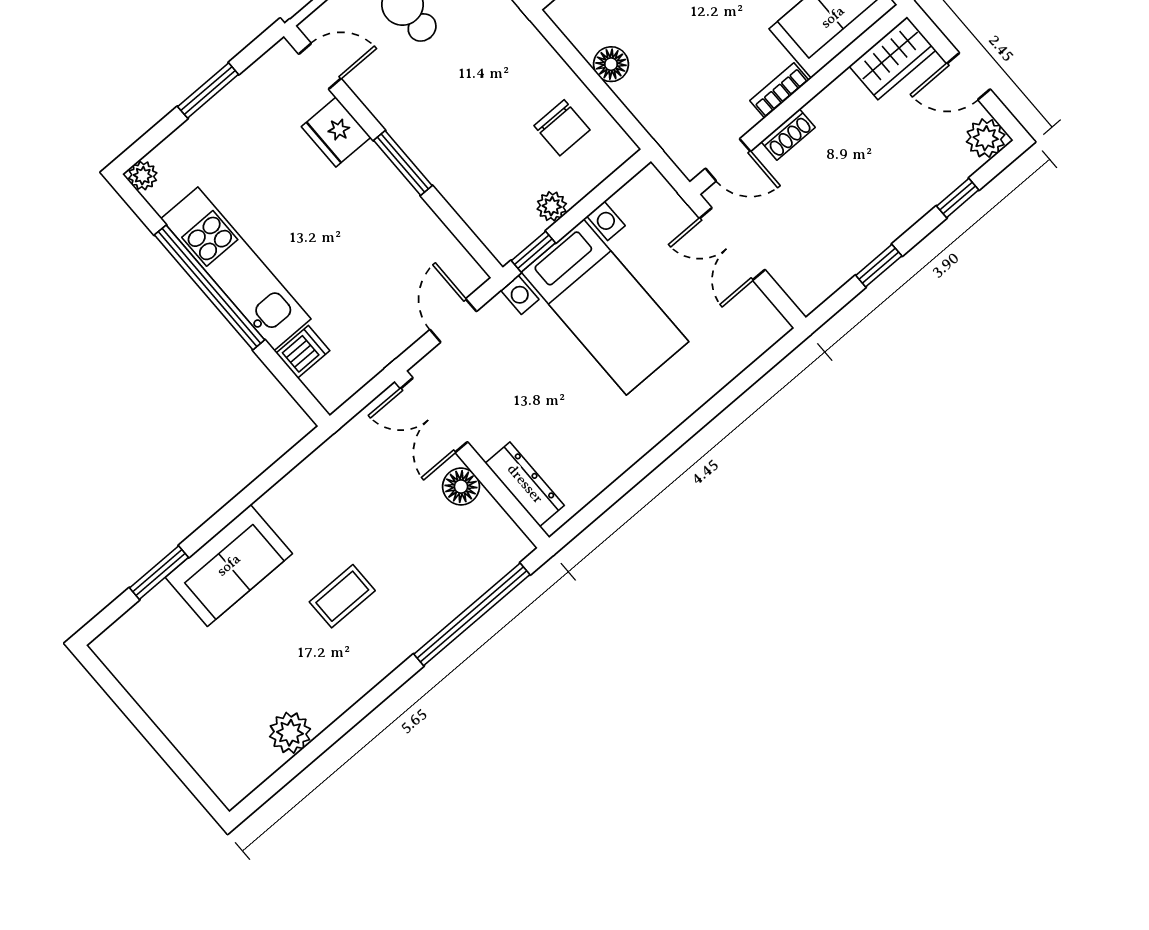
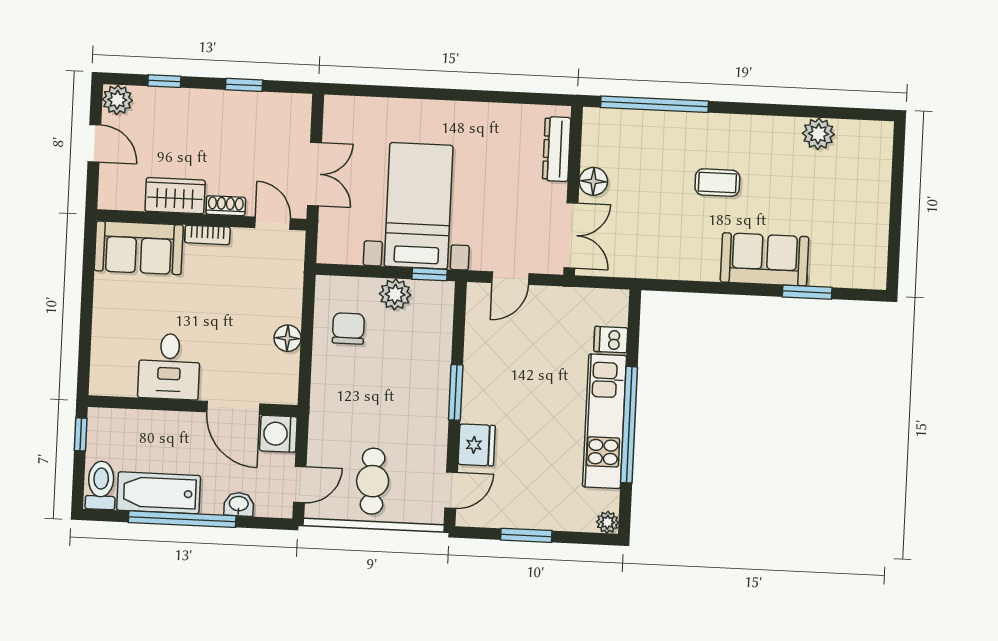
wardrobe: (892, 58) -> (175, 196), moved
door: (320, 66) -> (451, 490), swing flipped
plant: (552, 206) -> (395, 294), width x1.38, depth x1.38

